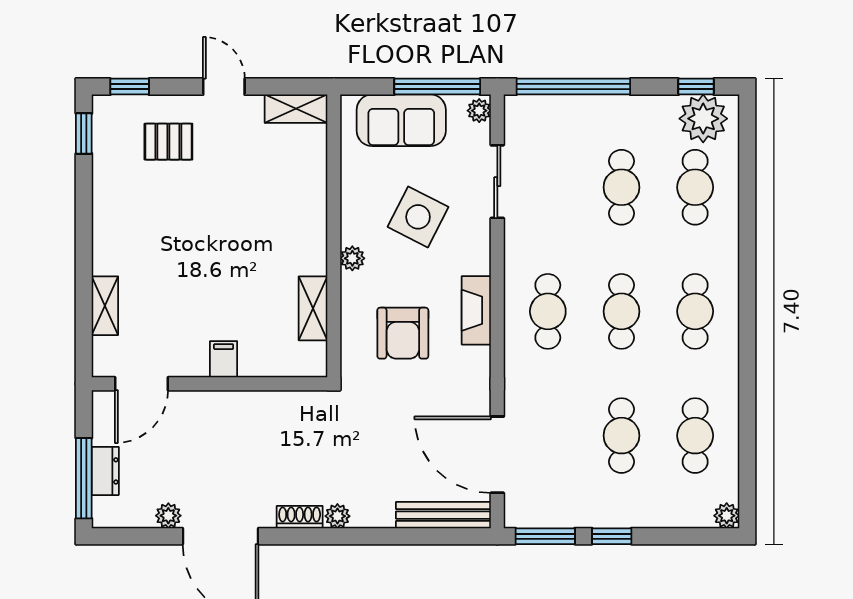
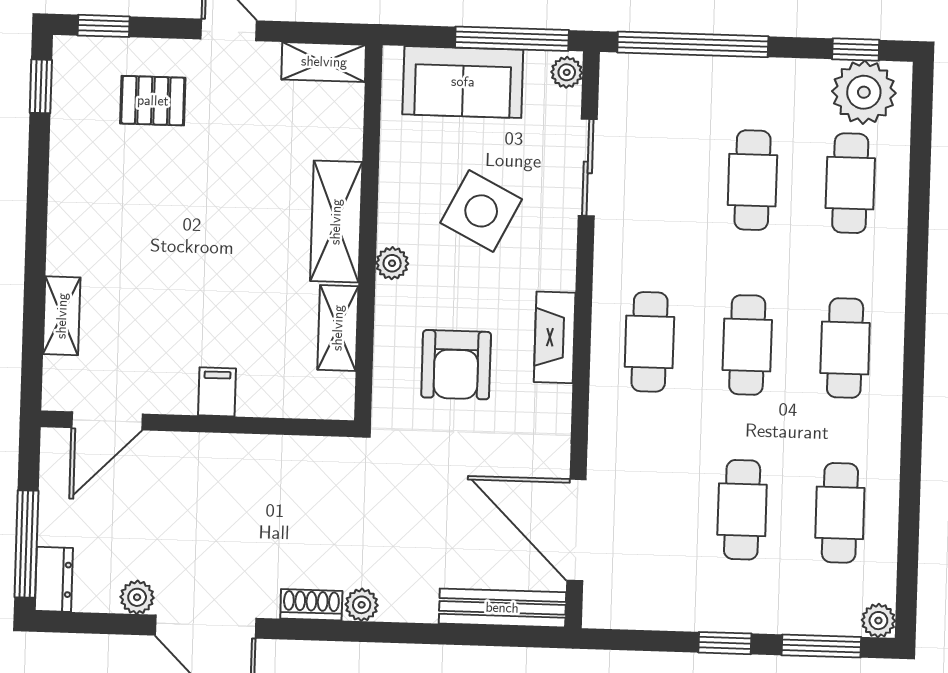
shelving: (309, 228) -> (336, 222), added
dresser: (105, 471) -> (54, 579), moved
window: (545, 536) -> (821, 646), moved

